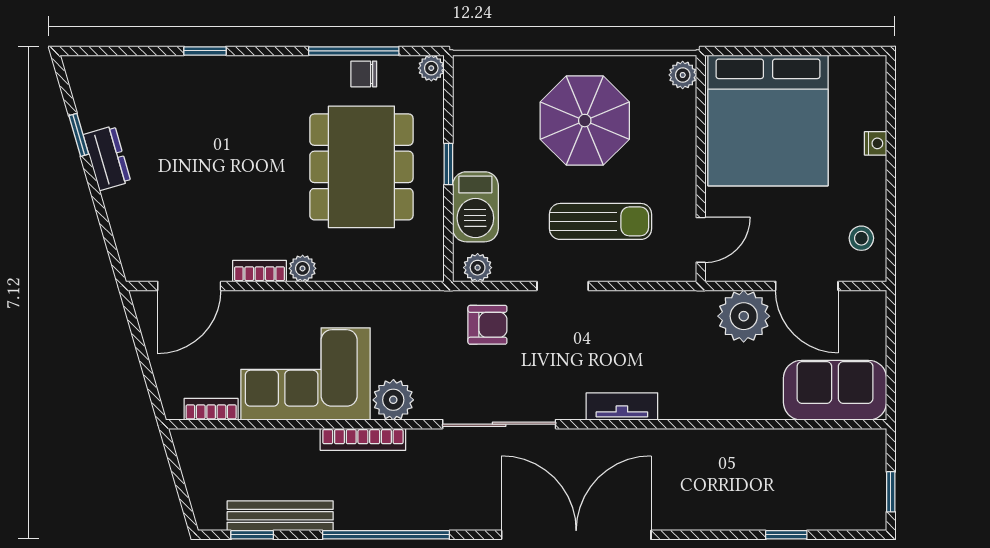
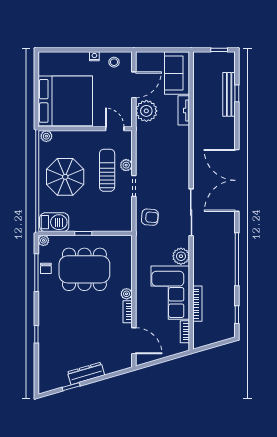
nightstand: (876, 143) -> (94, 56), moved
dresser: (107, 158) -> (86, 373), width x1.44
barbecue: (475, 207) -> (54, 222), moved
plant: (478, 268) -> (126, 165), moved
armchair: (487, 325) -> (150, 217), turned 95
tv unit: (622, 406) -> (184, 110), moved
bookcase: (363, 439) -> (197, 304), moved
bench: (280, 516) -> (229, 94), moved

